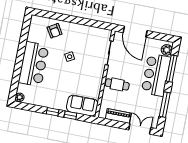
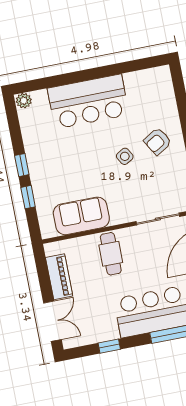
armchair: (55, 31) -> (158, 141), moved
window: (165, 105) -> (109, 346), width x0.46
sofa: (82, 106) -> (81, 216), moved, turned -90

